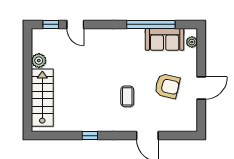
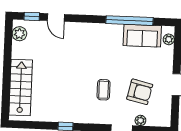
plant: (39, 61) -> (19, 34), moved
armchair: (167, 86) -> (140, 92), moved
plant: (166, 126) -> (140, 120), added

